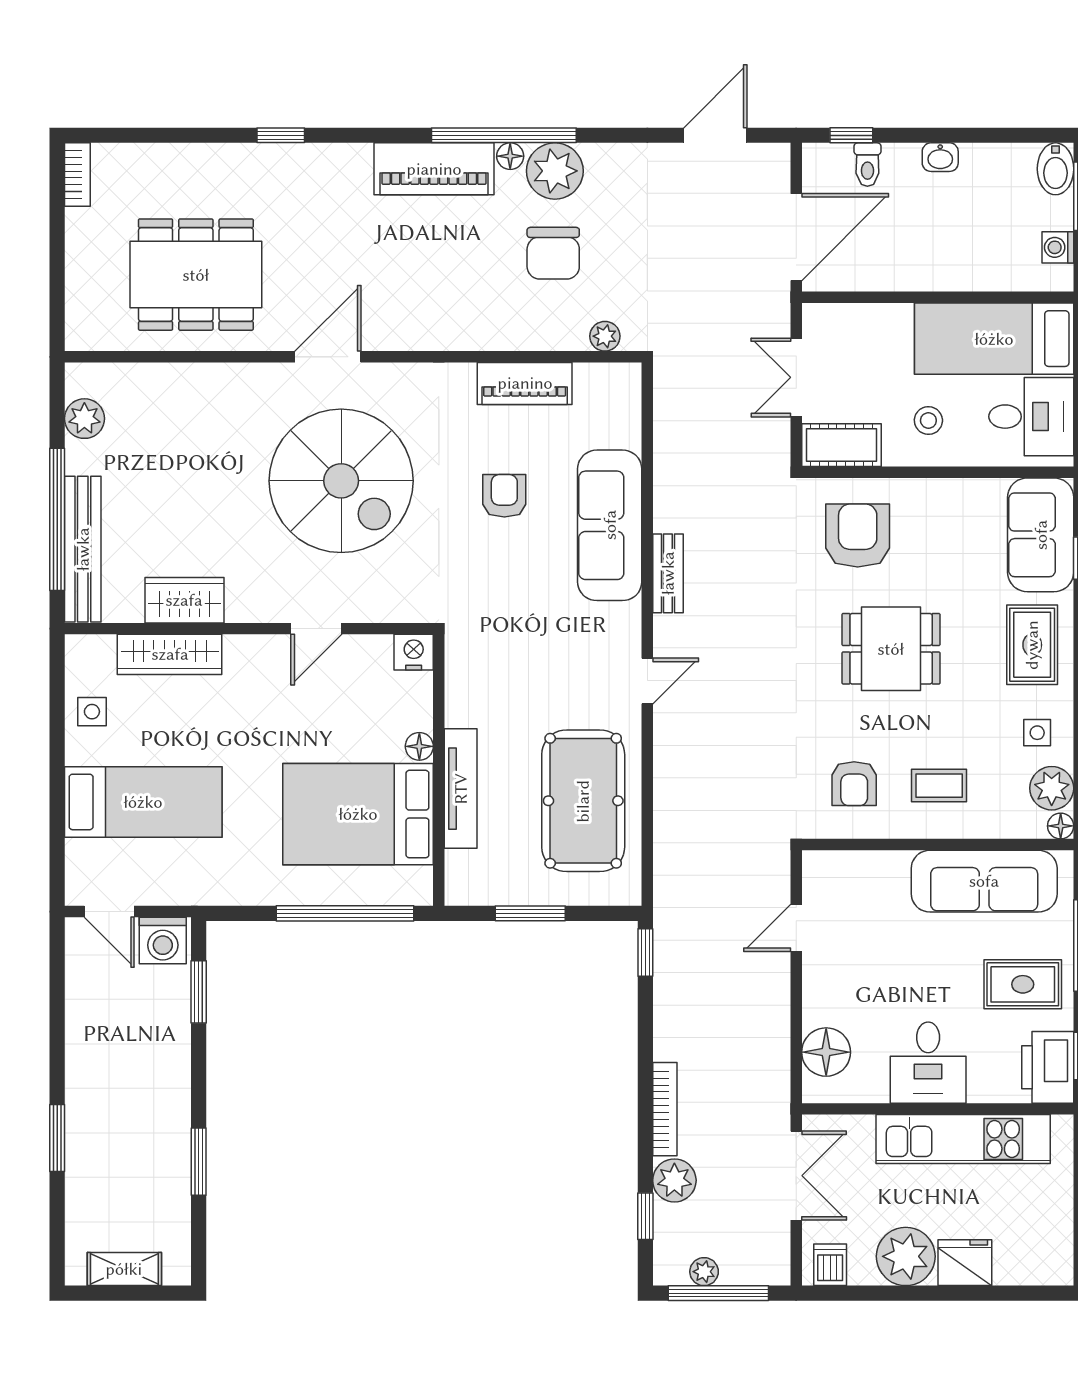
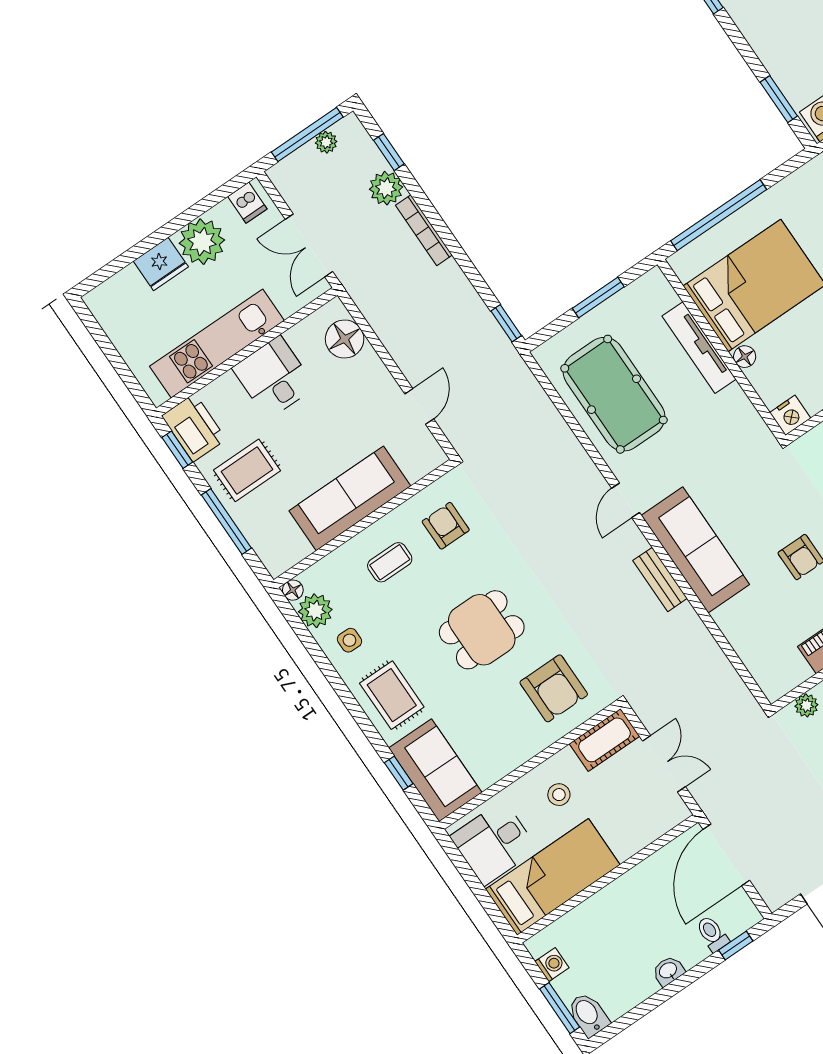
sofa: (610, 525) -> (695, 550), moved
sofa: (984, 881) -> (350, 498), moved

